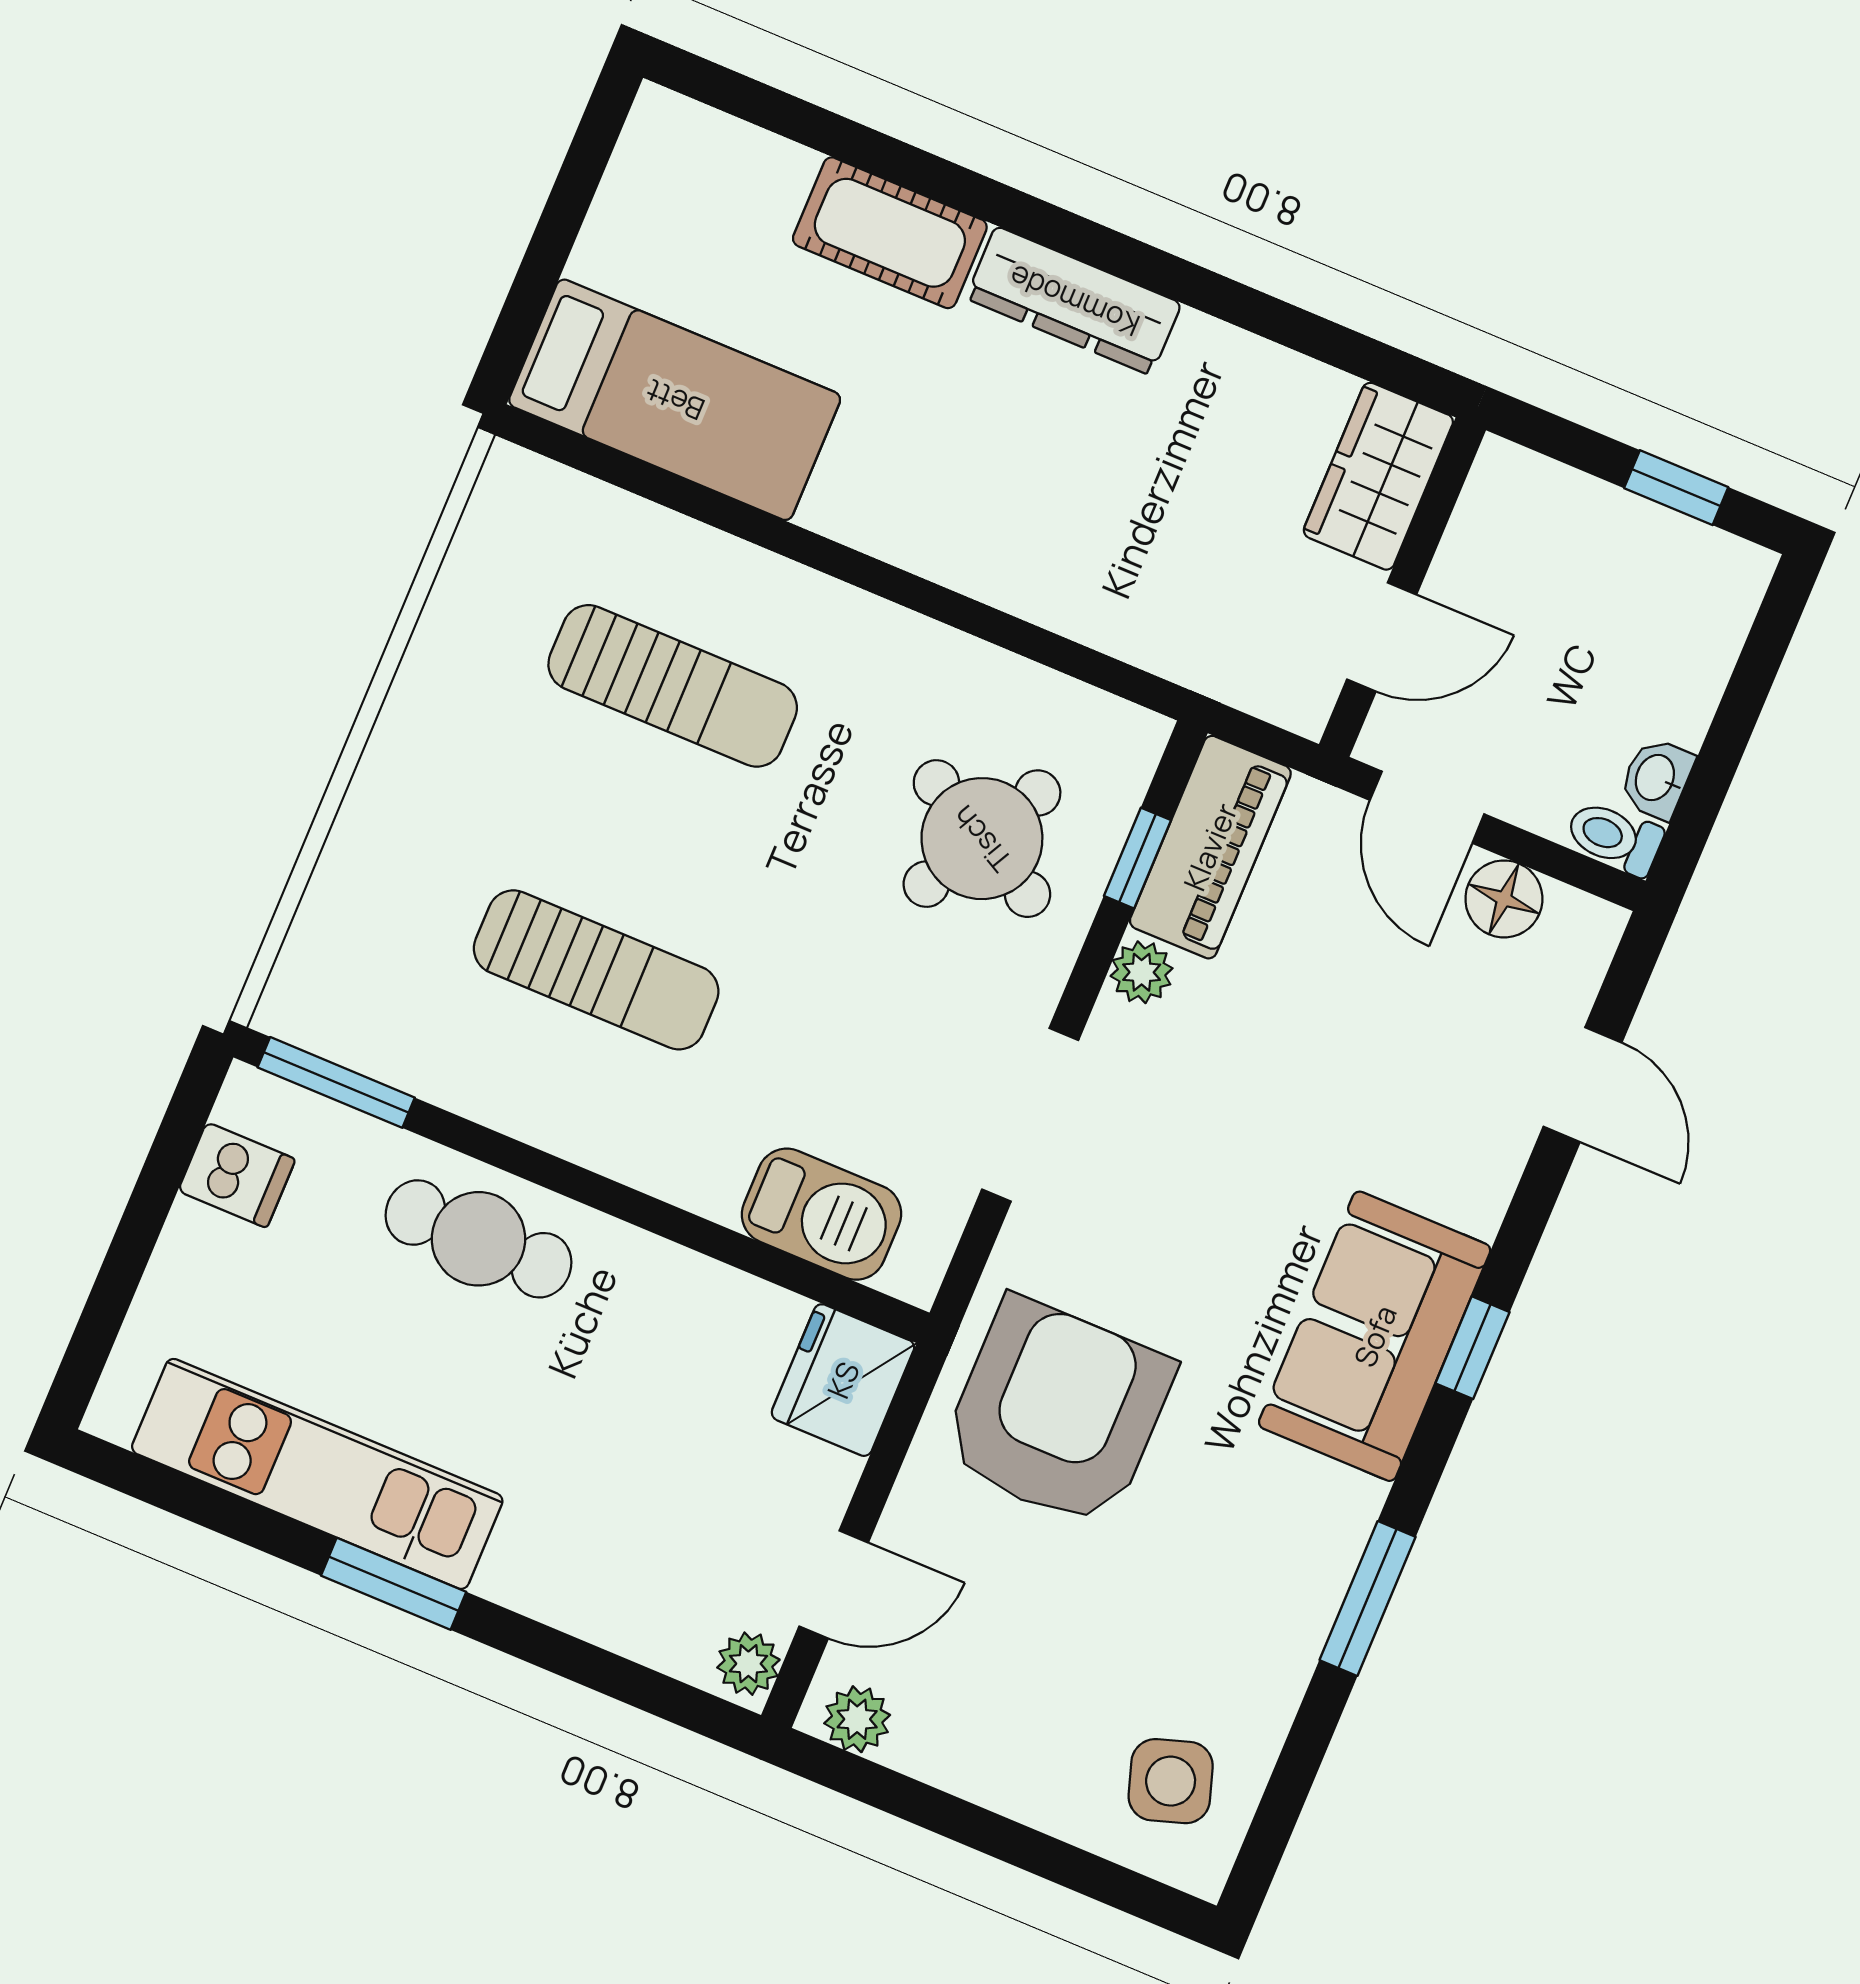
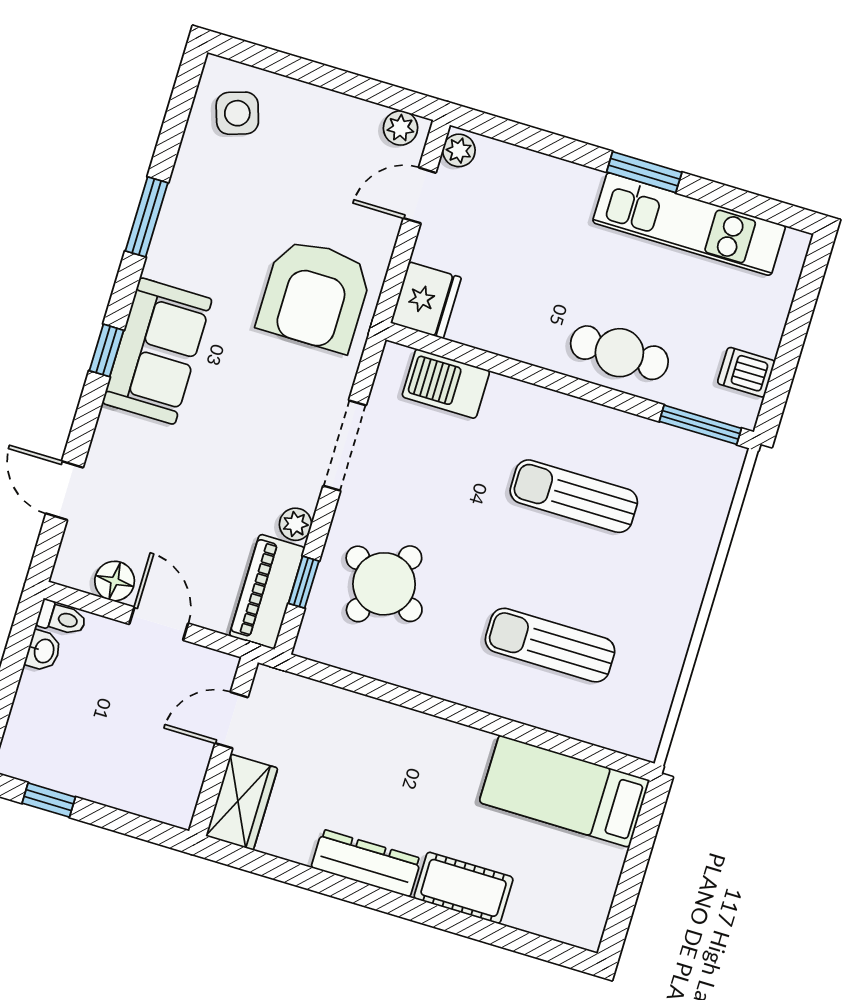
wardrobe: (1378, 476) -> (242, 802), moved
wall: (1402, 587) -> (223, 747), moved
door: (1382, 637) -> (231, 720), moved

